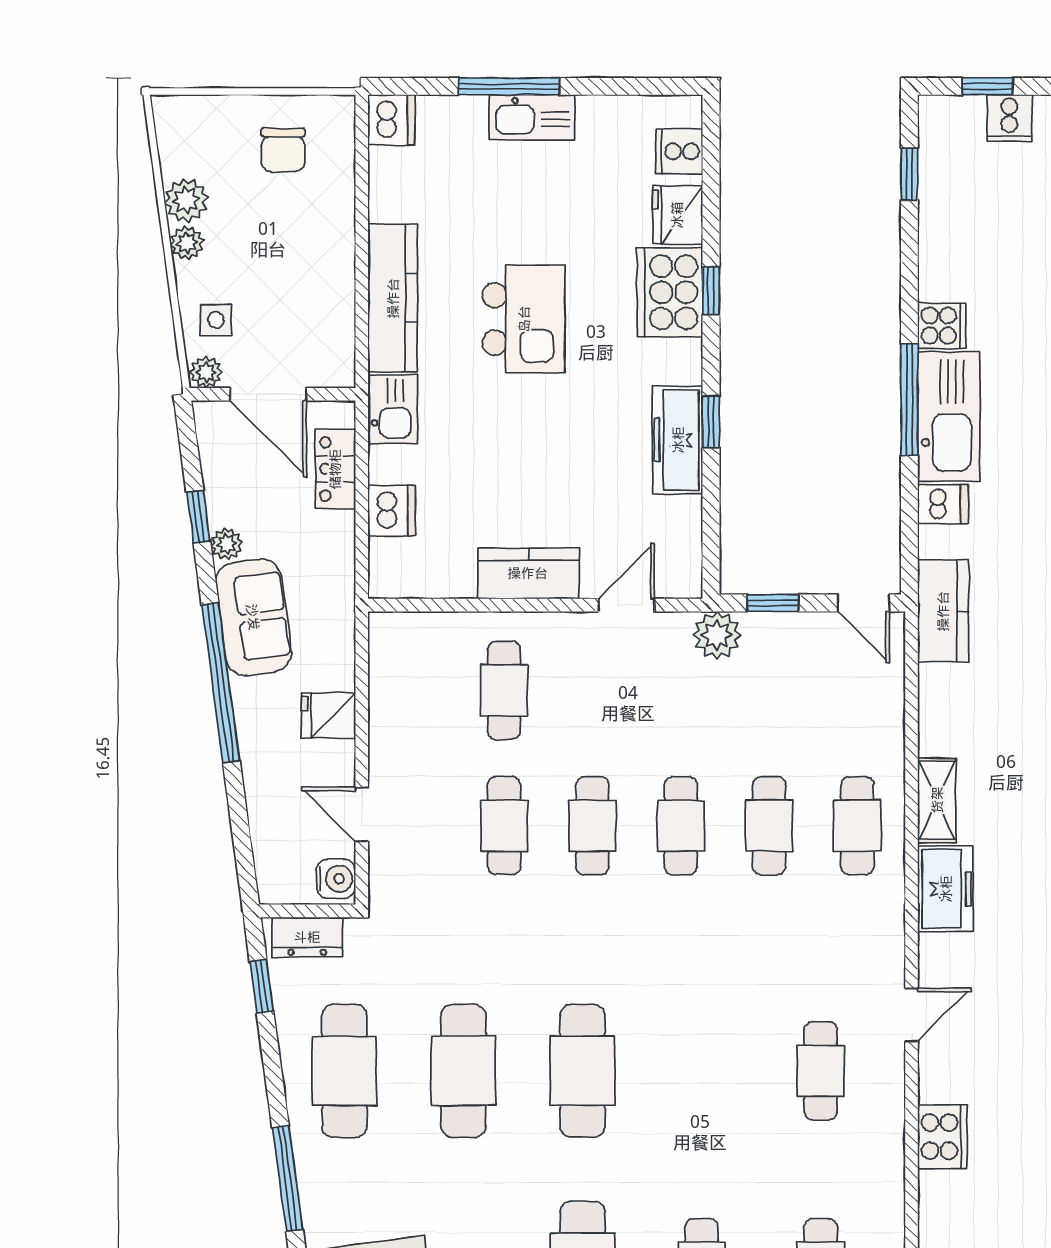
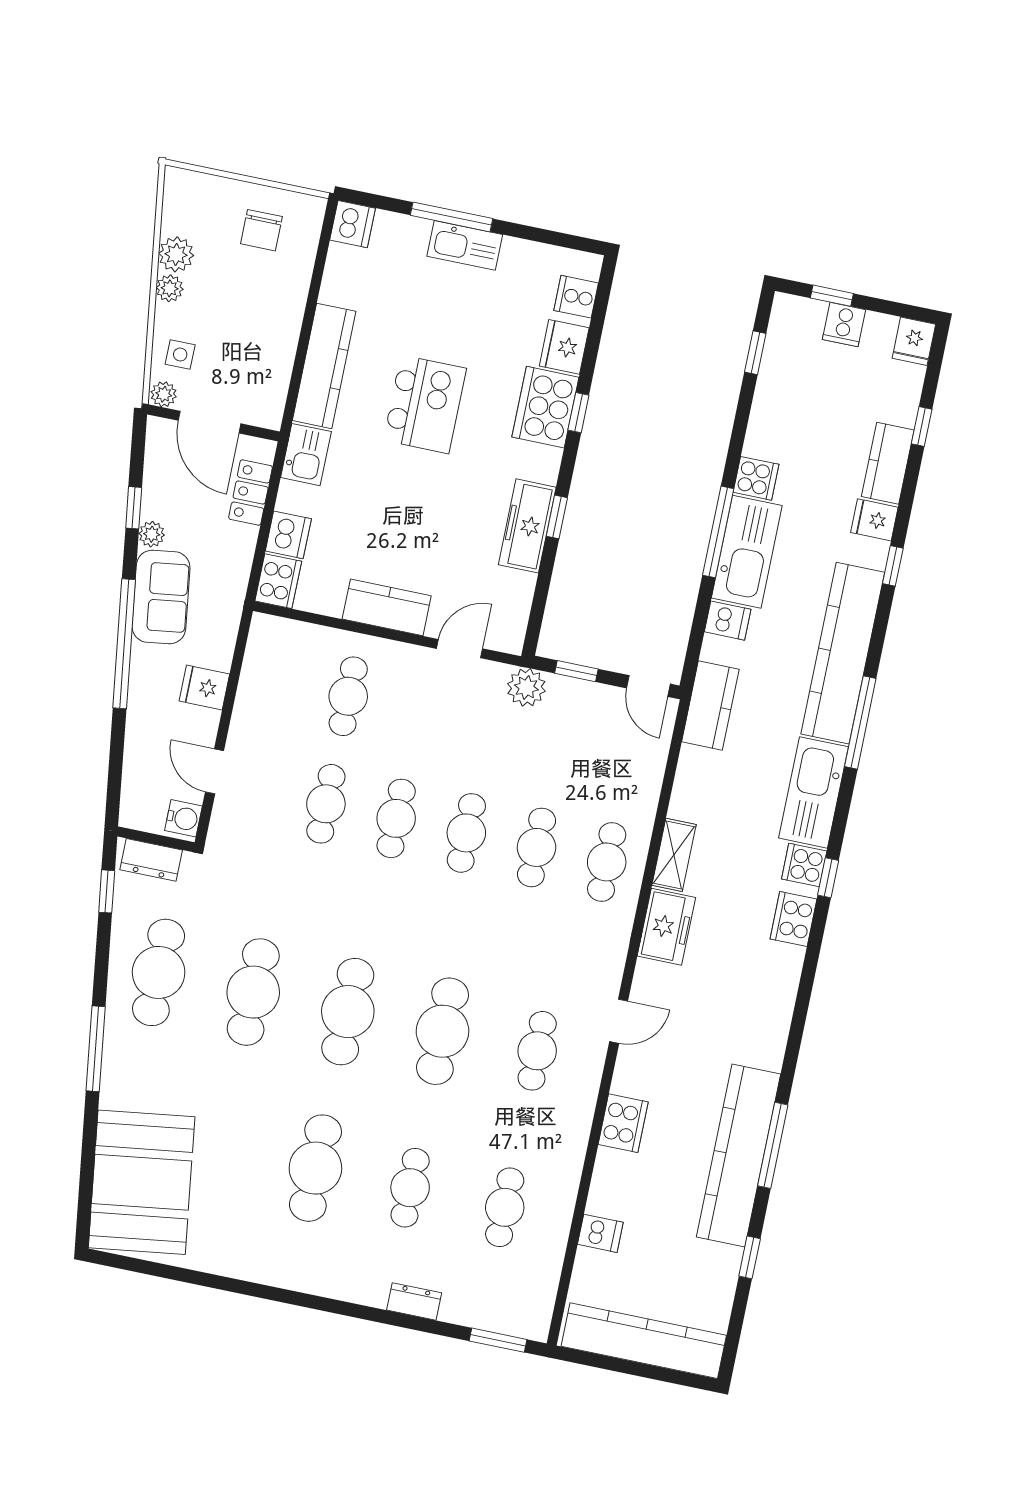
cooker: (391, 569) -> (278, 581), added
cafe table: (702, 1071) -> (442, 1031), added

